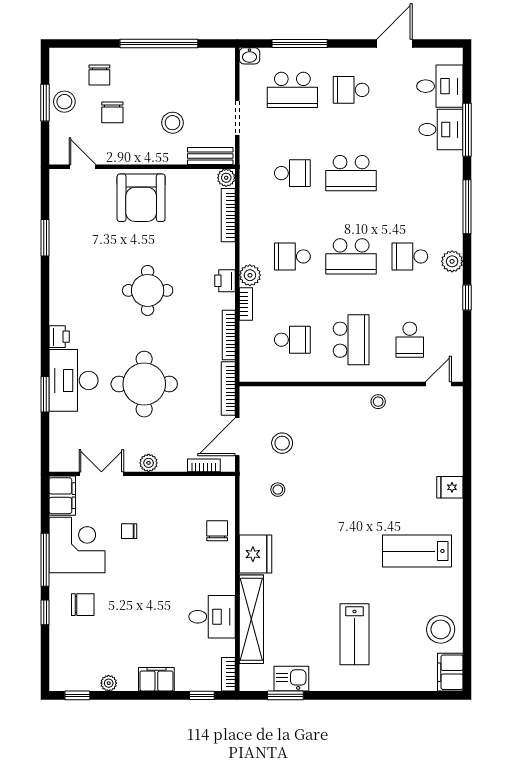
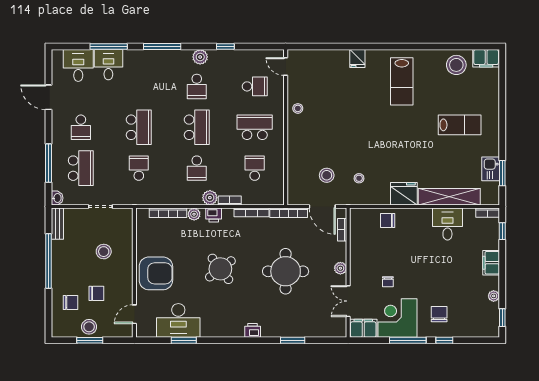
bench: (210, 156) -> (57, 224), moved
plant: (226, 178) -> (194, 214), moved
round table: (148, 290) -> (220, 269), turned -37
desk: (74, 380) -> (178, 320), moved

